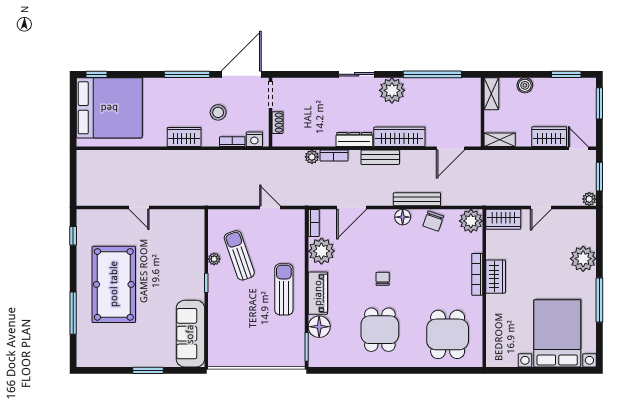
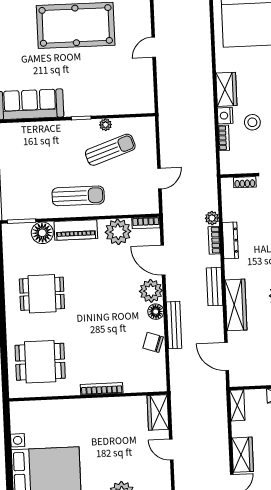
nightstand: (254, 139) -> (225, 116), moved
dresser: (354, 140) -> (230, 240), moved
plant: (471, 221) -> (151, 291), moved
wardrobe: (496, 277) -> (100, 407), removed
chair: (383, 279) -> (93, 294), removed

